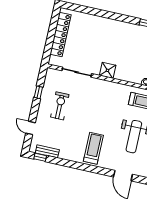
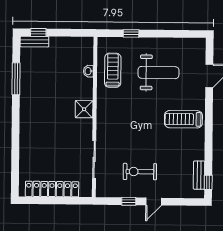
shower: (108, 70) -> (84, 109), moved
door: (30, 128) -> (154, 202), moved

